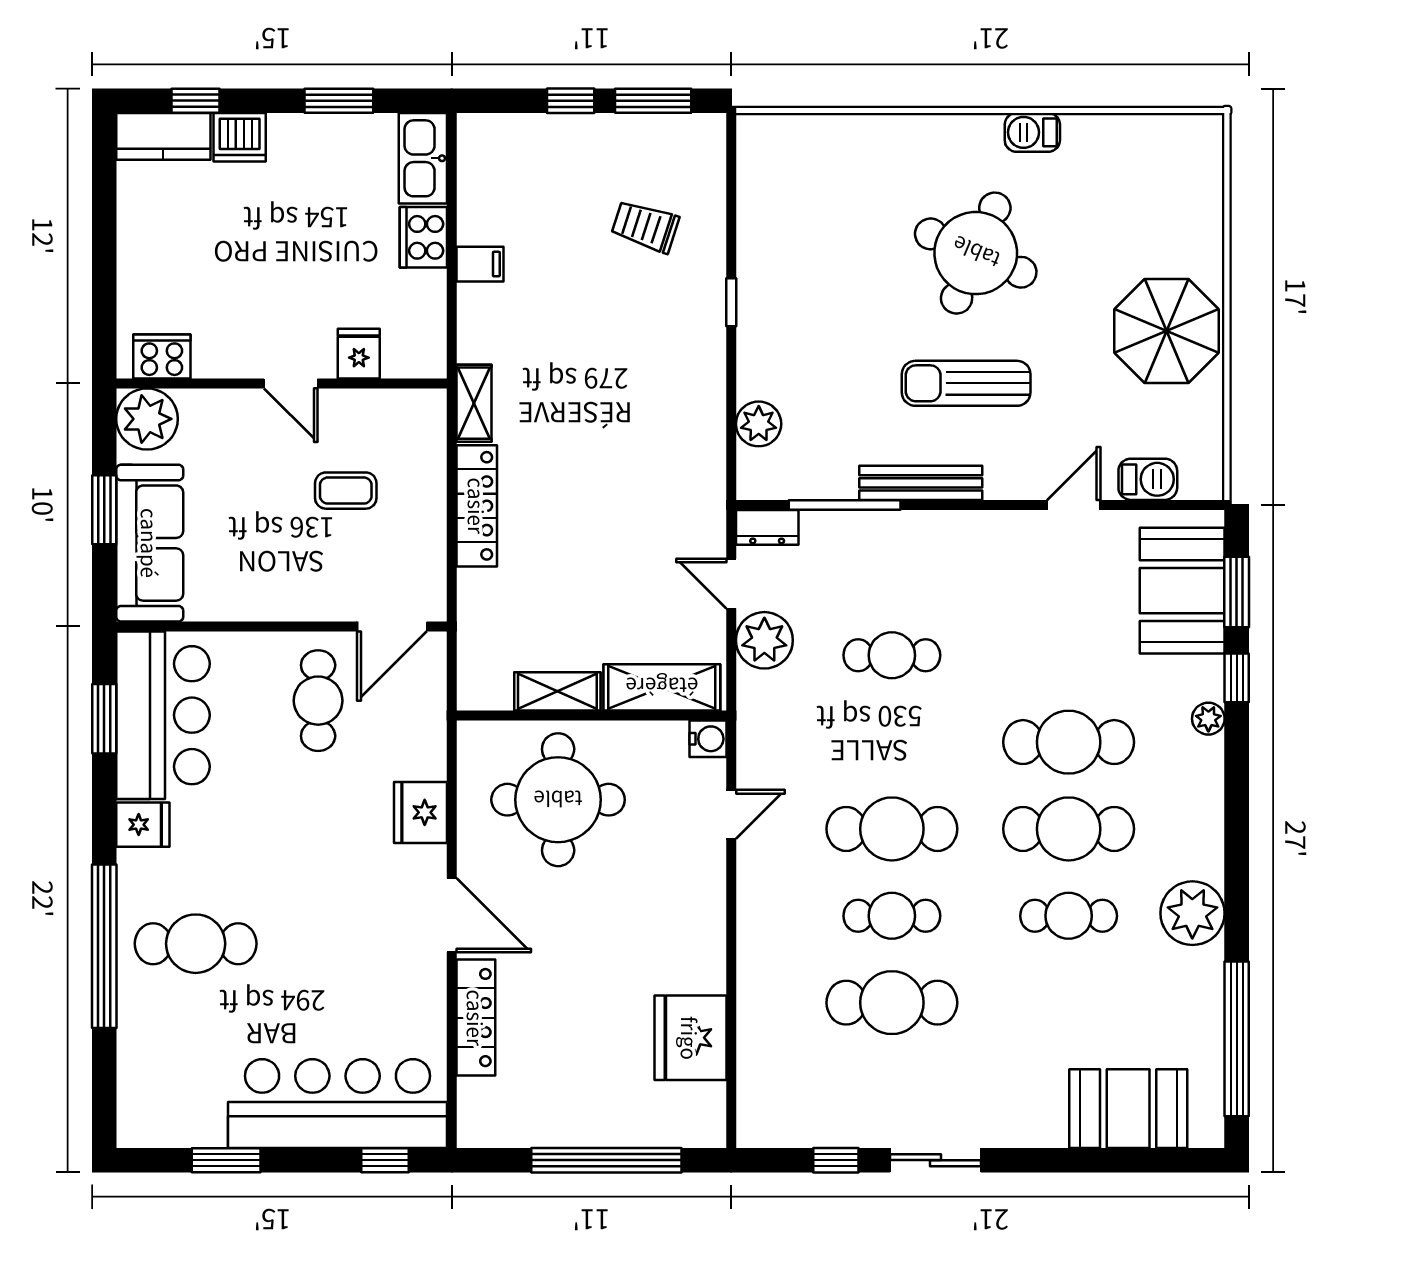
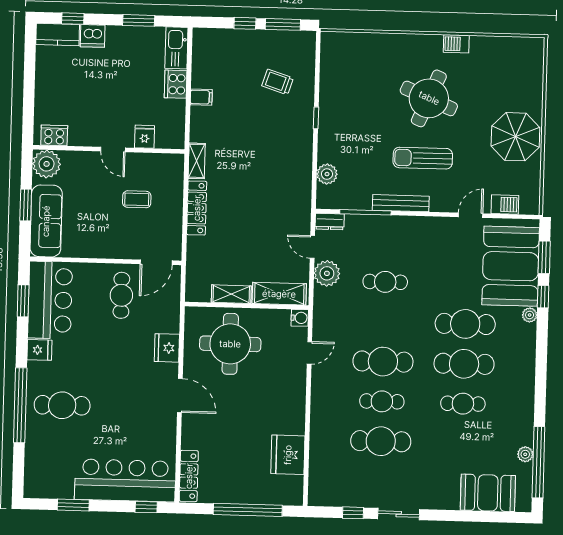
booth: (1182, 591) -> (511, 266), width x1.36, depth x1.42
plant: (1192, 913) -> (525, 454), moved, width x0.53, depth x0.53
locker: (476, 1018) -> (189, 476), moved

